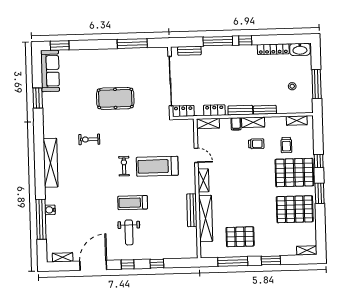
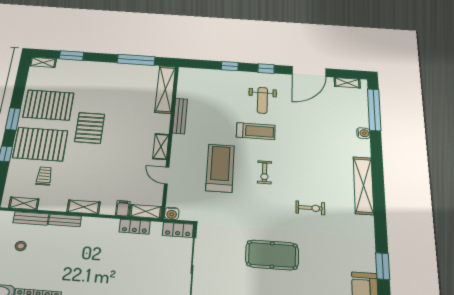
bench: (240, 110) -> (31, 218), moved
water cooler: (189, 124) -> (172, 213), added
filing cabinet: (236, 124) -> (123, 208), moved
trolley: (256, 144) -> (84, 181), removed
treadmill: (157, 166) -> (220, 168), turned -90
window: (41, 219) -> (374, 110), moved
shelving: (206, 219) -> (165, 89), moved
weight bench: (129, 232) -> (262, 100), turned 180
pallet: (240, 237) -> (90, 128), moved, turned 90
window: (271, 260) -> (72, 56), moved

